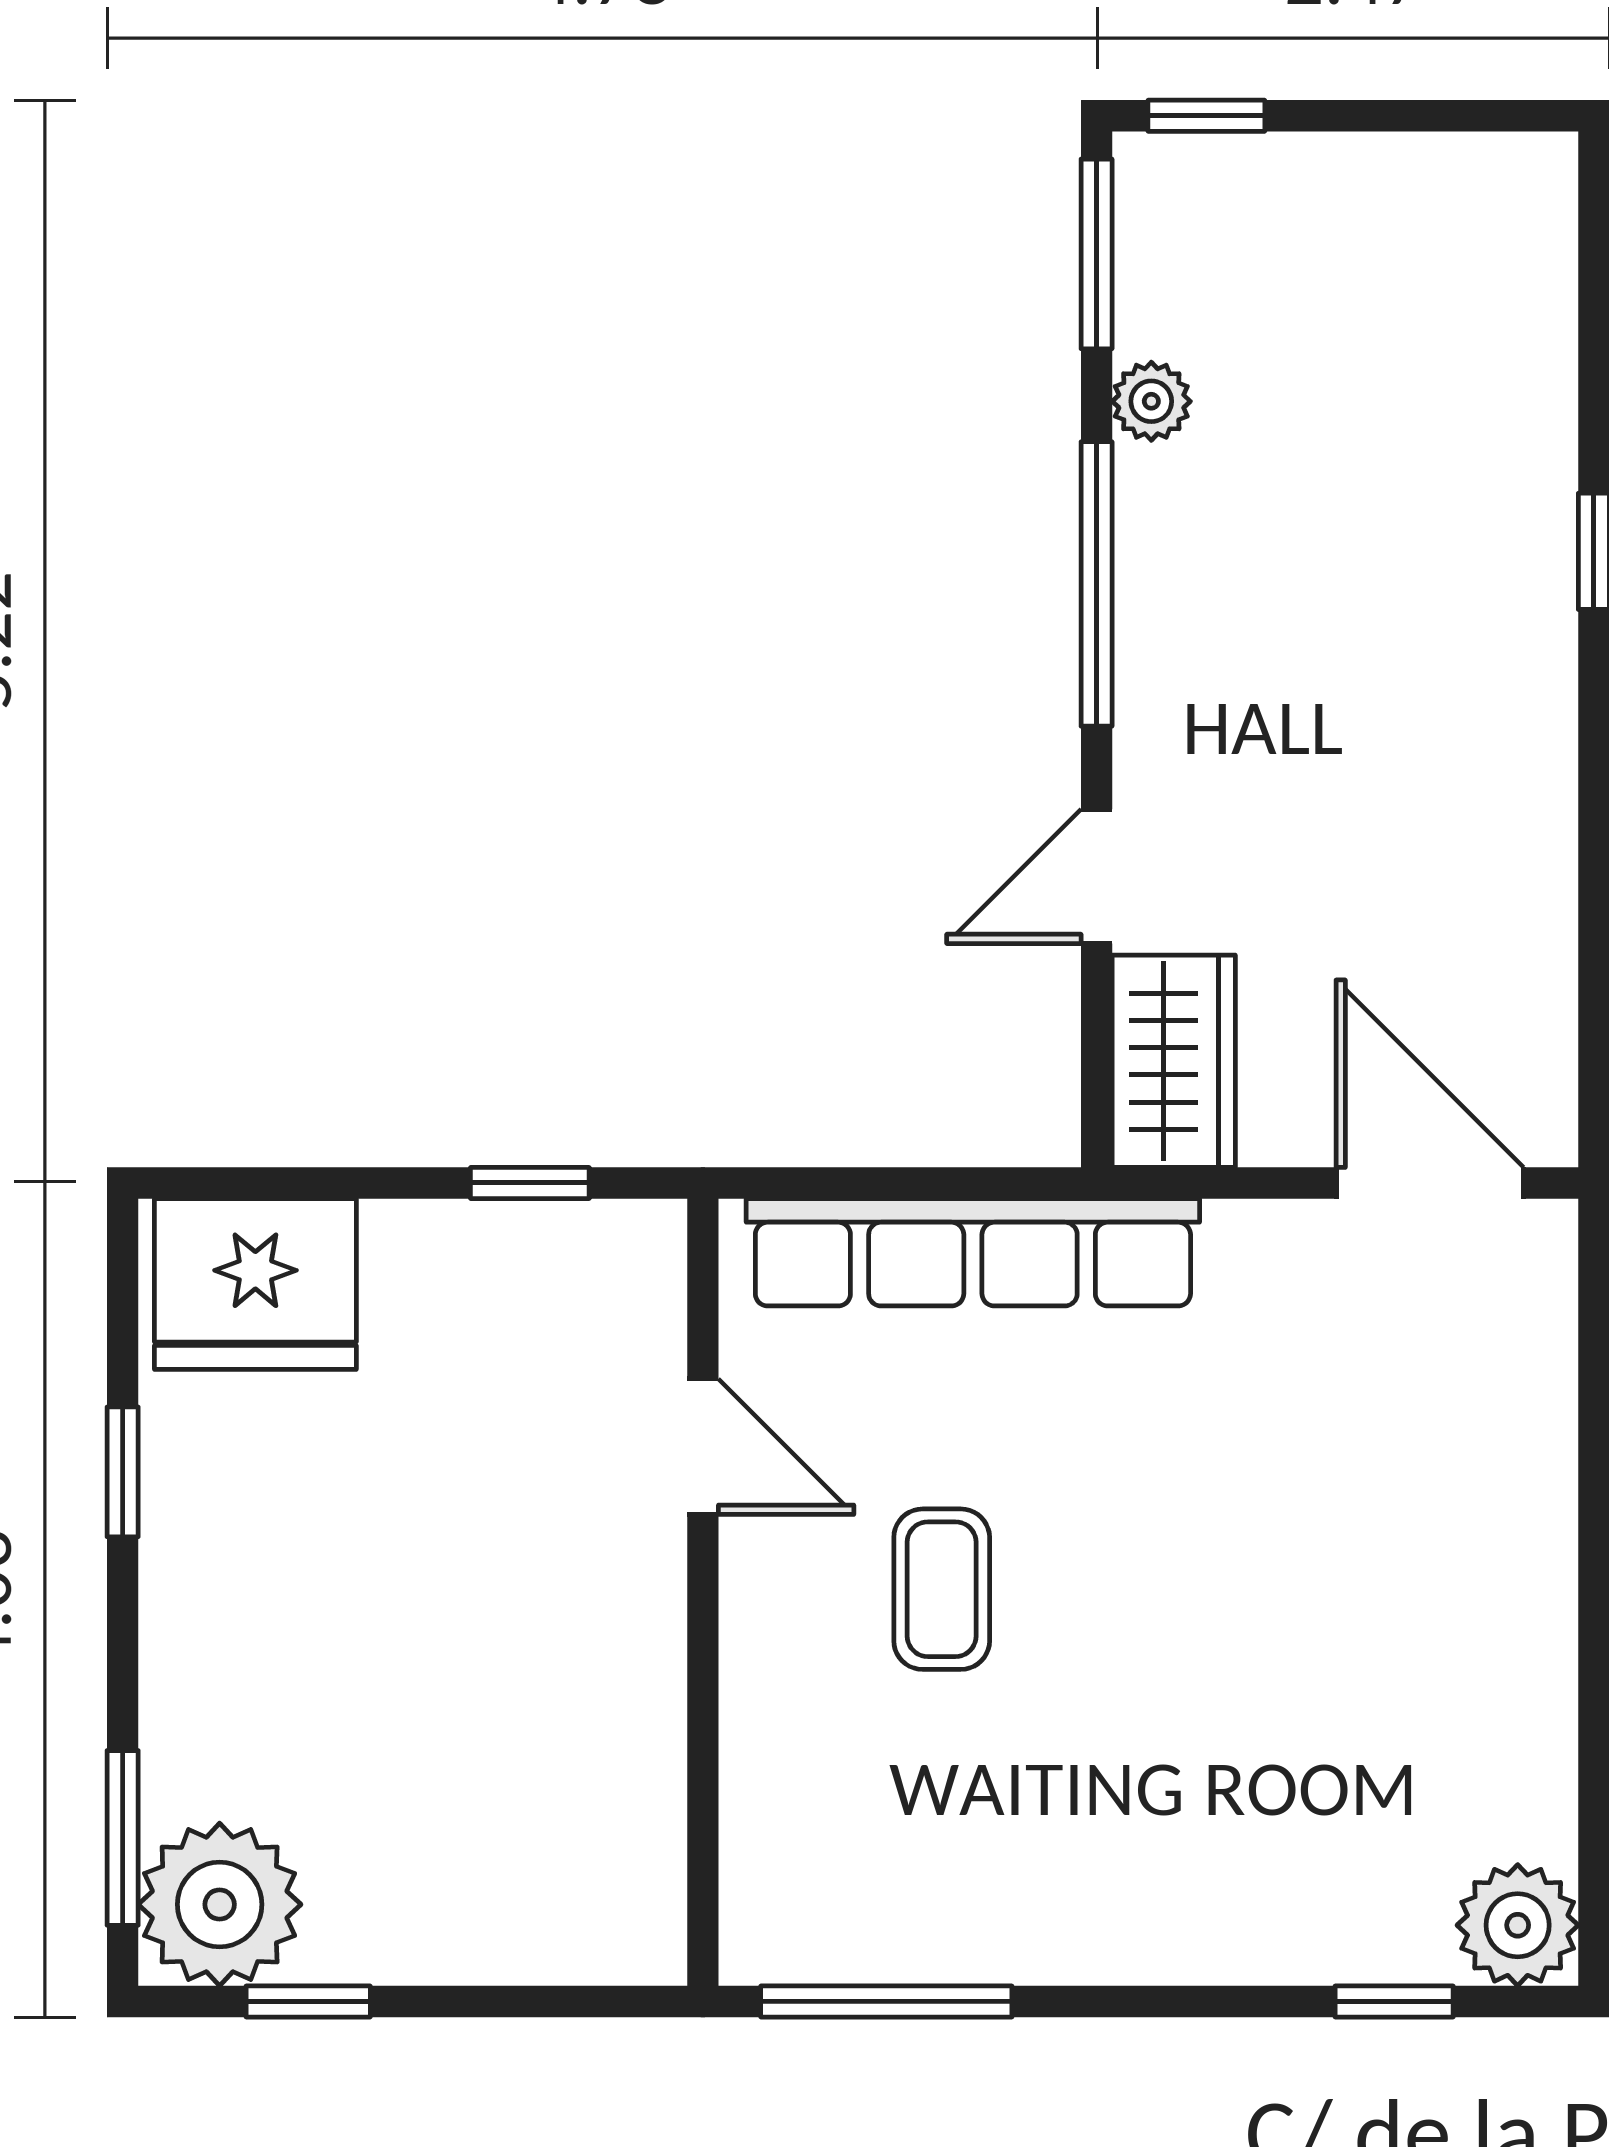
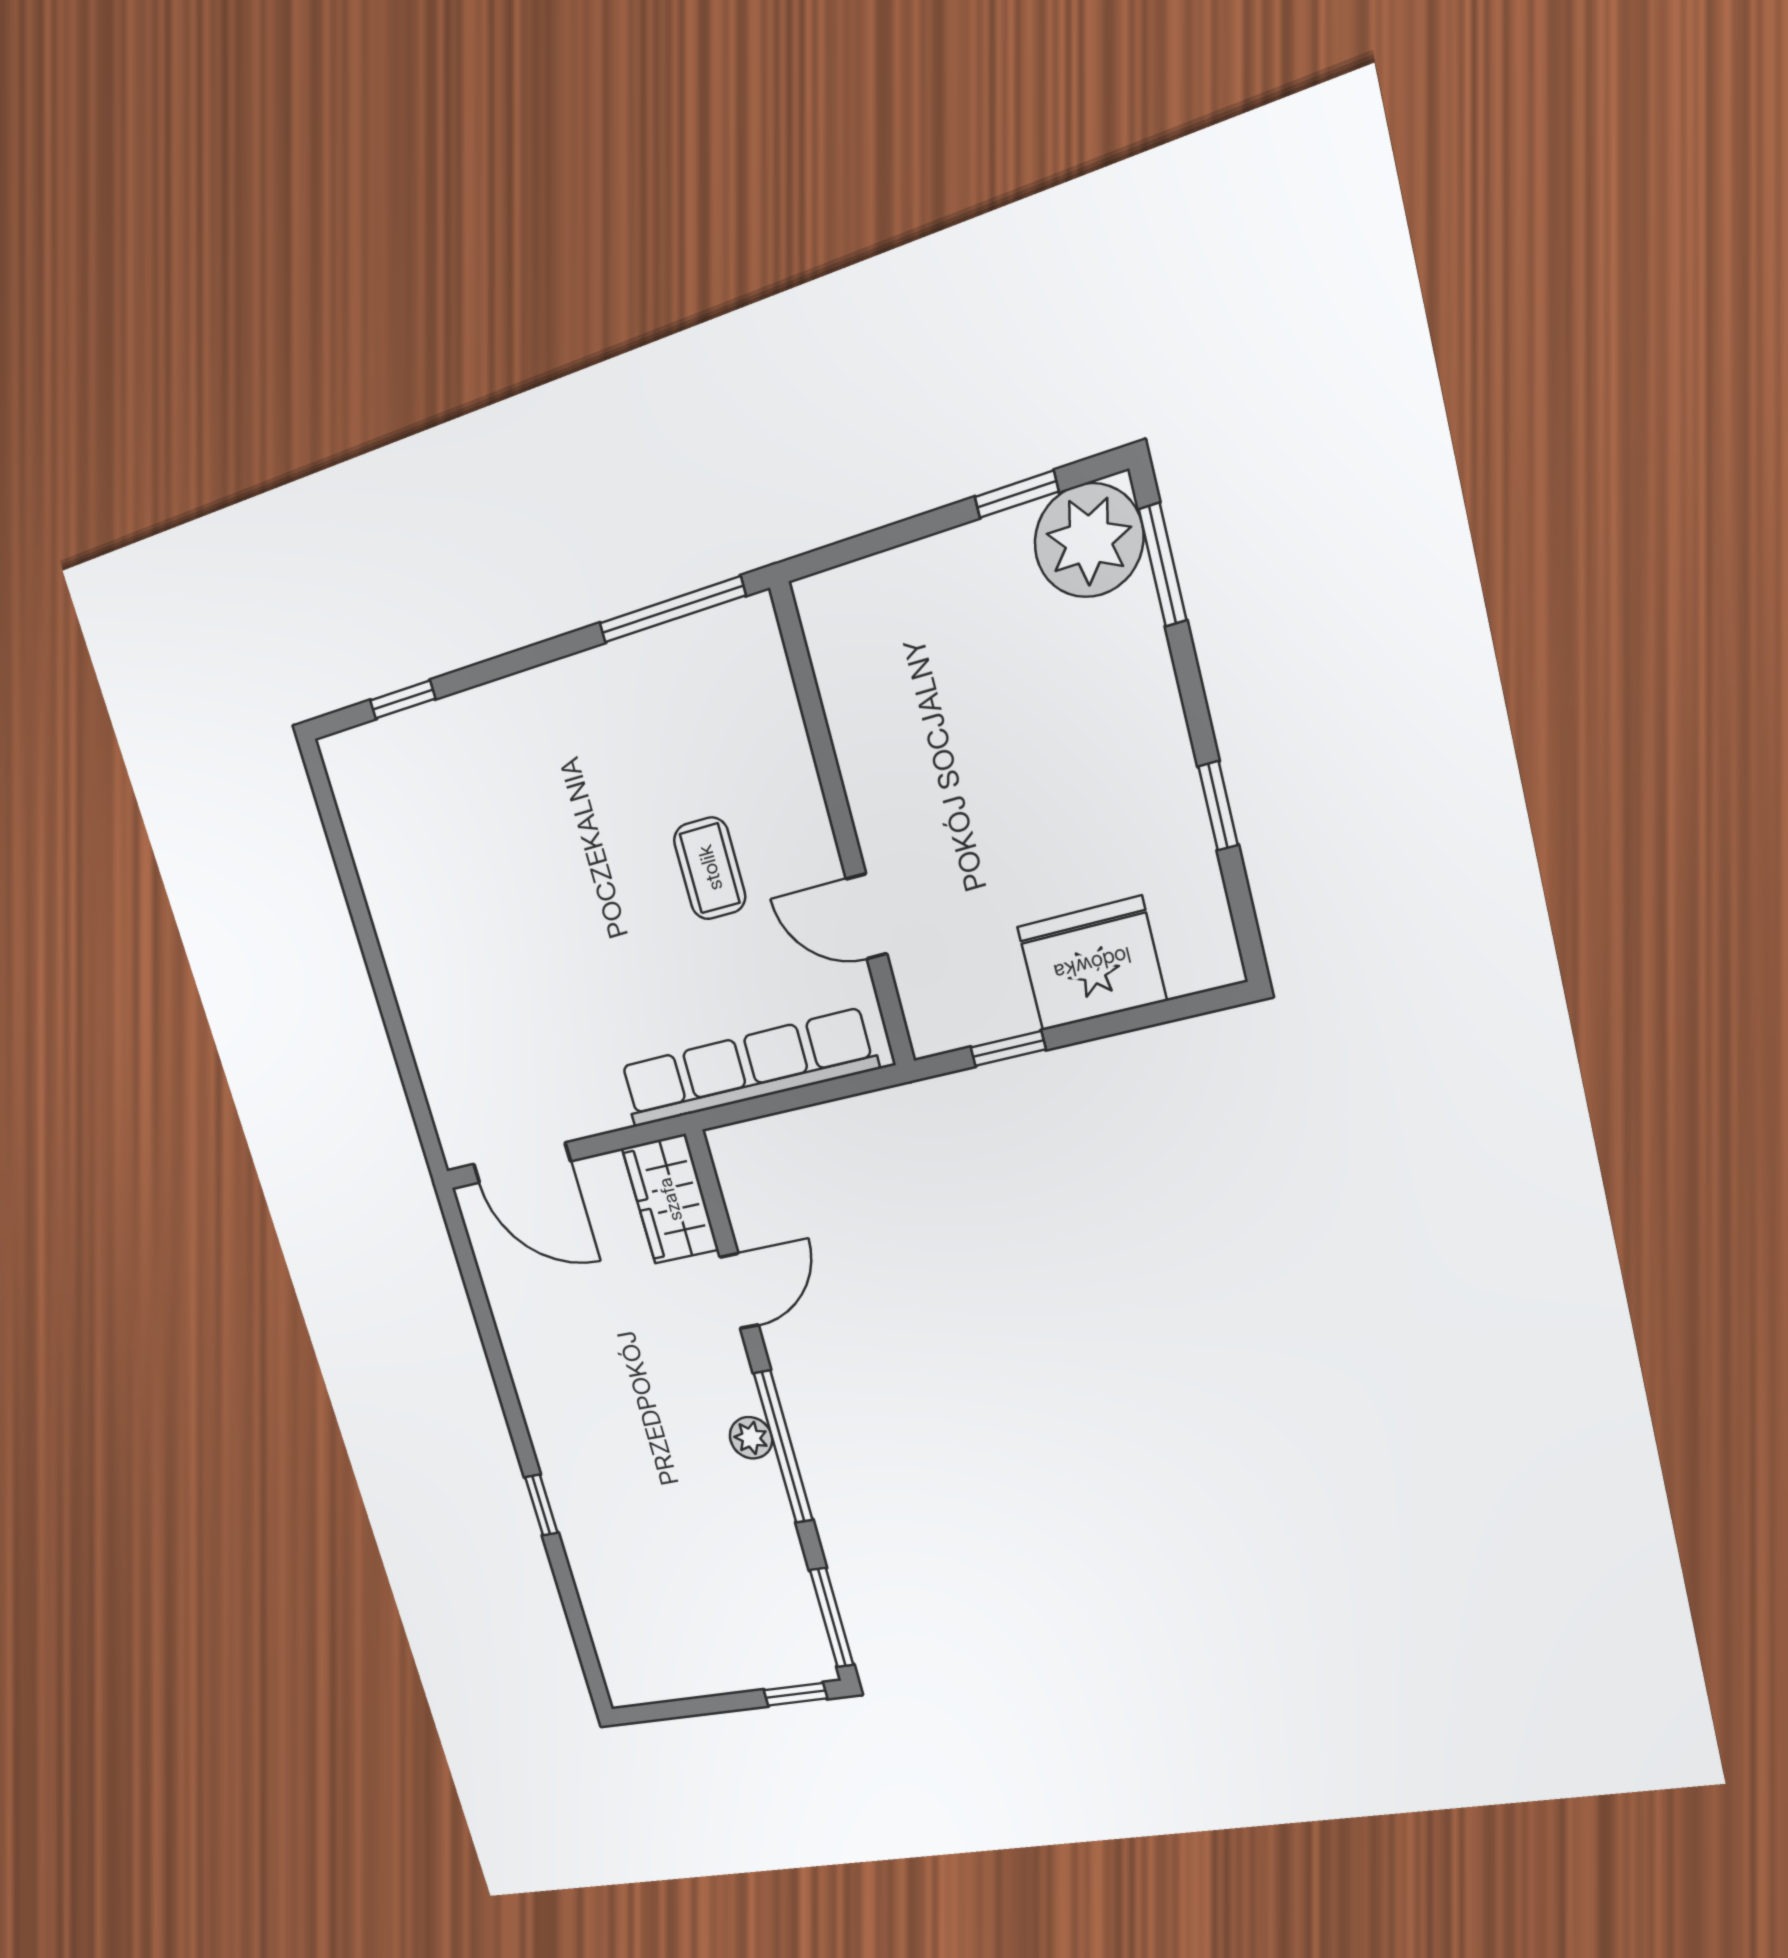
plant: (1151, 401) -> (751, 1438), moved
fridge: (255, 1284) -> (1092, 964), moved
plant: (1518, 1925) -> (355, 764), removed

